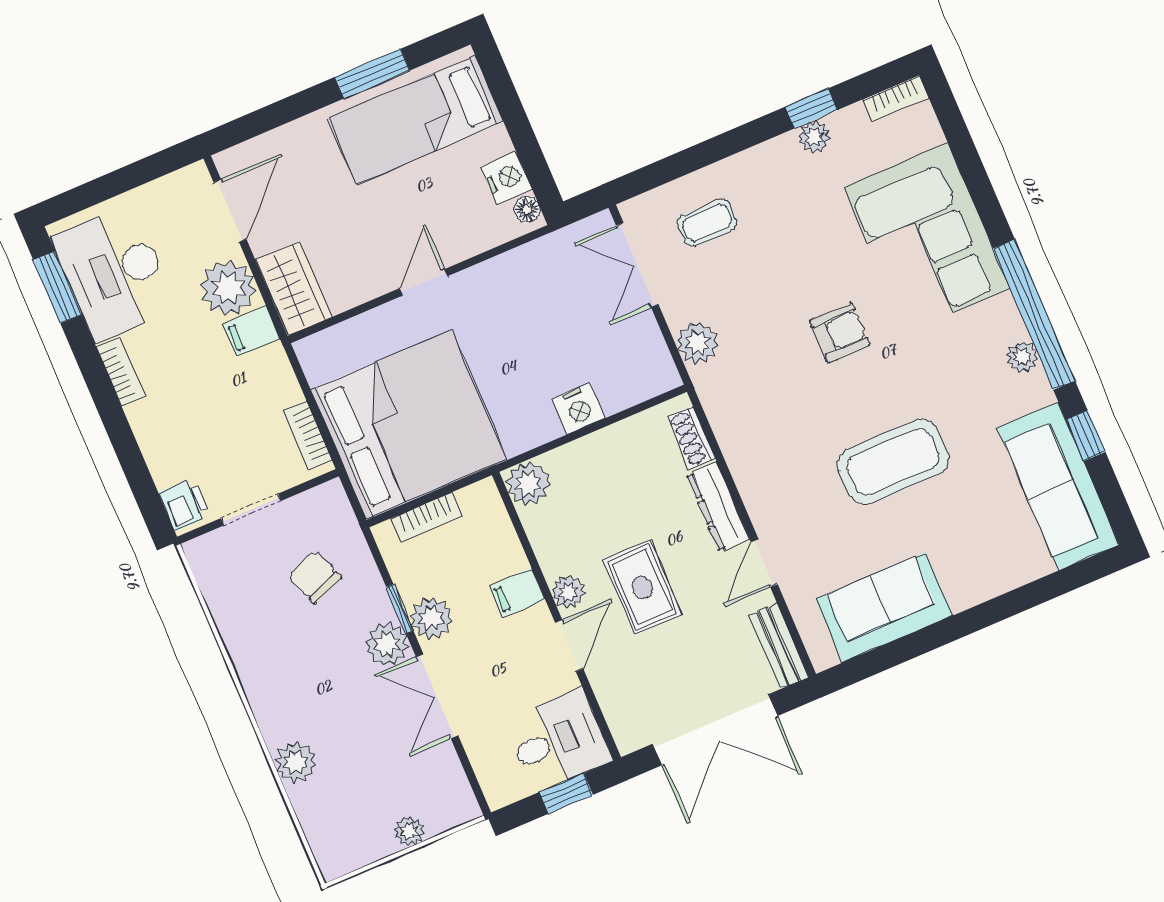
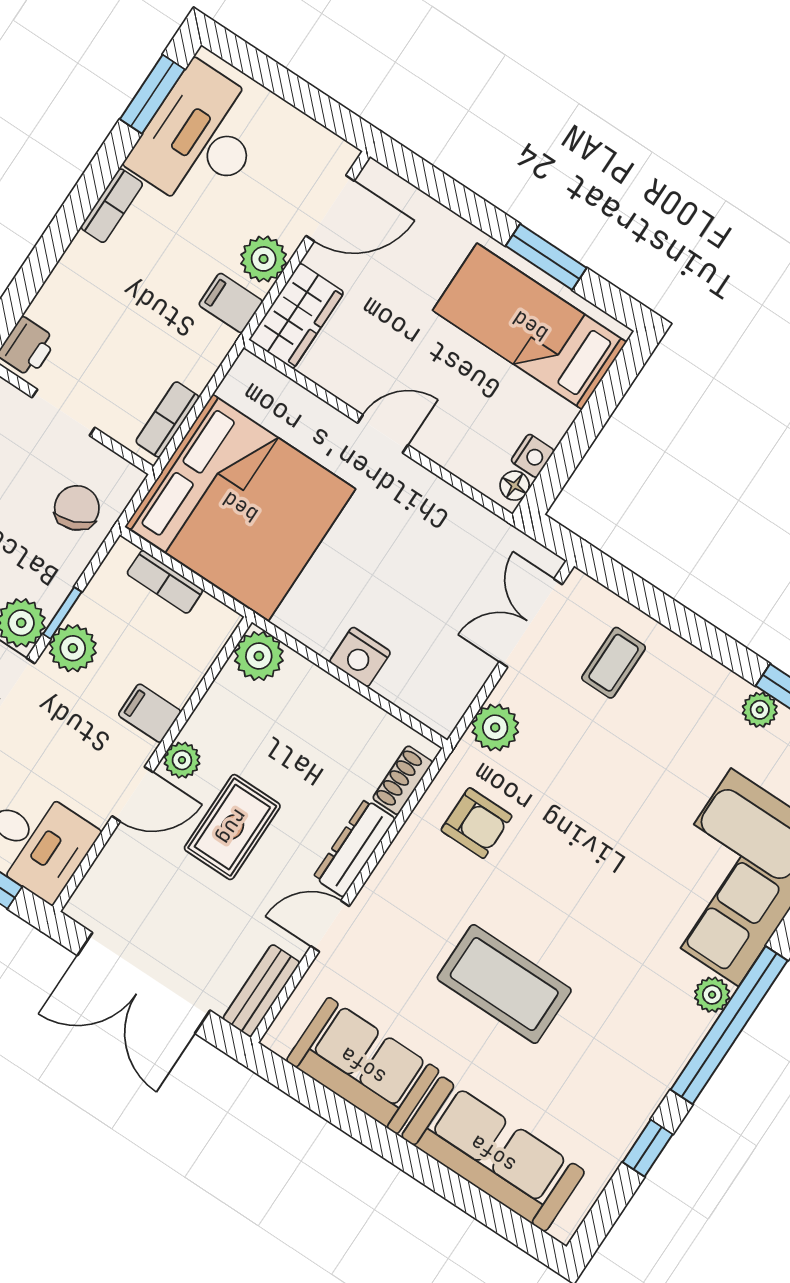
nightstand: (507, 178) -> (533, 456), width x0.72, depth x0.74
coffee table: (707, 223) -> (614, 663), turned 90
plant: (228, 288) -> (264, 259), width x0.73, depth x0.73
armchair: (840, 333) -> (476, 823), moved
plant: (1022, 357) -> (712, 995), moved
sofa: (1059, 486) -> (493, 1154), moved, turned 90
chair: (314, 577) -> (77, 508), moved

